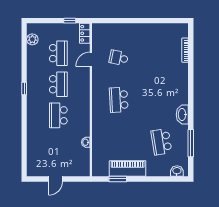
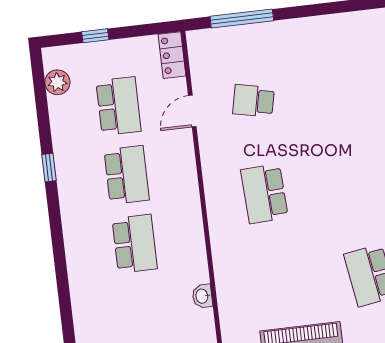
window: (70, 21) -> (95, 36), moved
window: (118, 21) -> (242, 19), added
window: (24, 89) -> (49, 168), moved
school desk: (58, 115) -> (135, 244), turned 180

